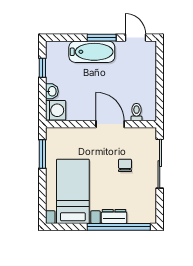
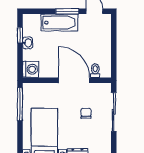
washbasin: (52, 91) -> (28, 43), moved
door: (110, 124) -> (74, 80), width x1.36
window: (42, 154) -> (20, 104), width x1.44

